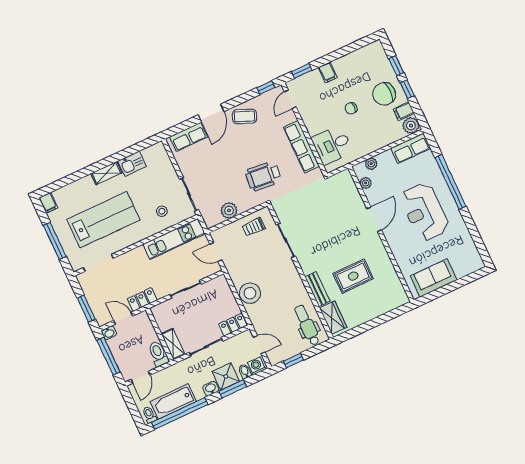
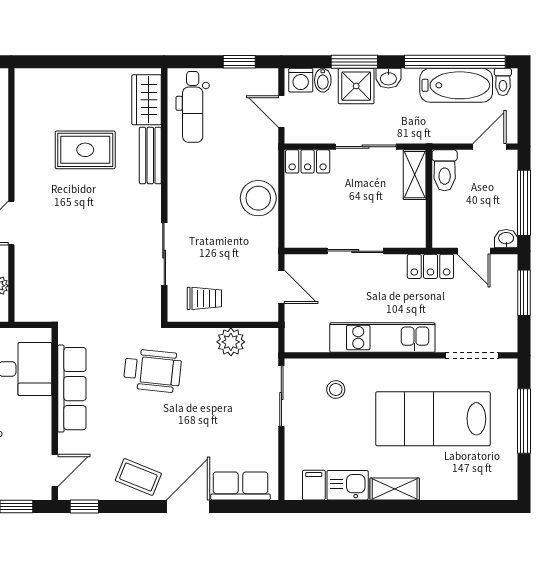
filing cabinet: (48, 203) -> (314, 485), moved
kitchen unit: (174, 239) -> (382, 338), moved

